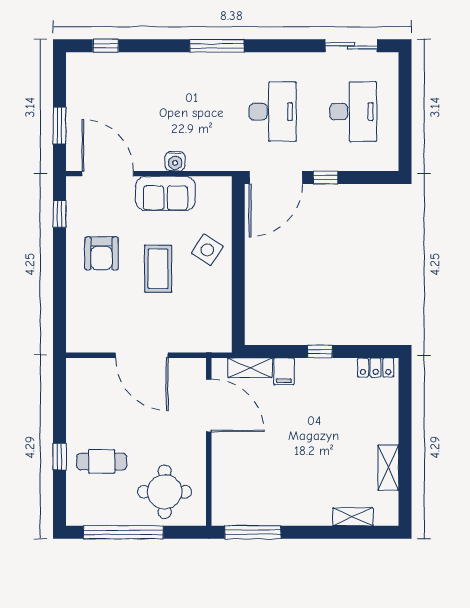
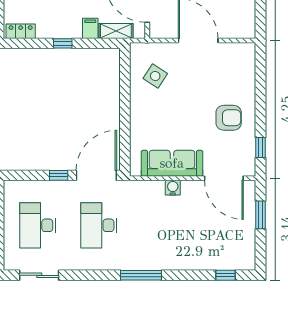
sofa: (165, 193) -> (172, 163), width x1.36
side table: (207, 250) -> (155, 76), moved
armchair: (102, 253) -> (229, 118), turned 90
coffee table: (158, 269) -> (186, 106), removed

